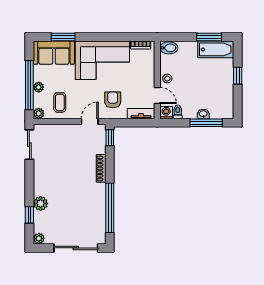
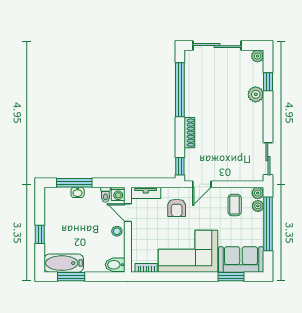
plant: (39, 87) -> (258, 206), moved

